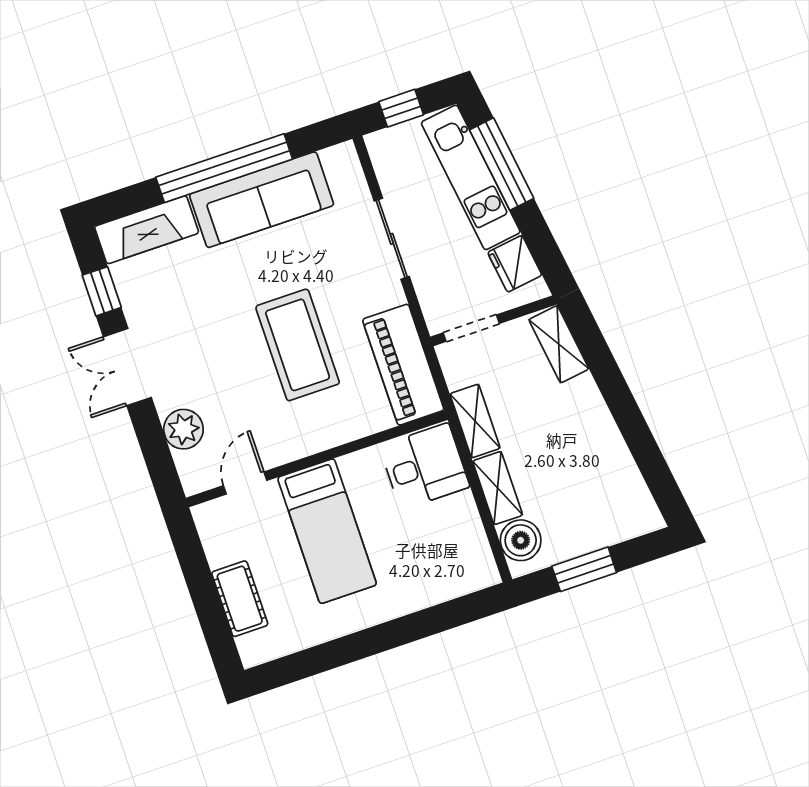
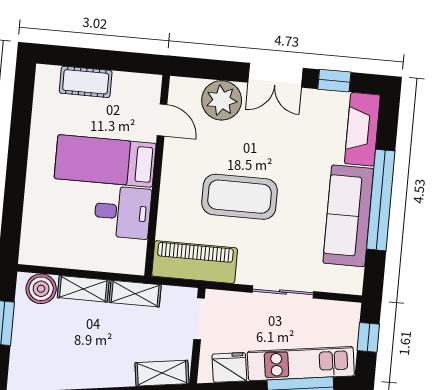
double door: (127, 367) -> (275, 75), swing flipped
plant: (183, 429) -> (222, 100), width x1.36, depth x1.36
desk: (424, 466) -> (123, 212), moved, turned -90

